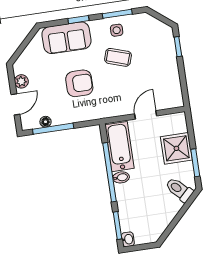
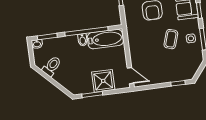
door: (146, 115) -> (130, 76), moved
toilet: (179, 190) -> (52, 66), moved

